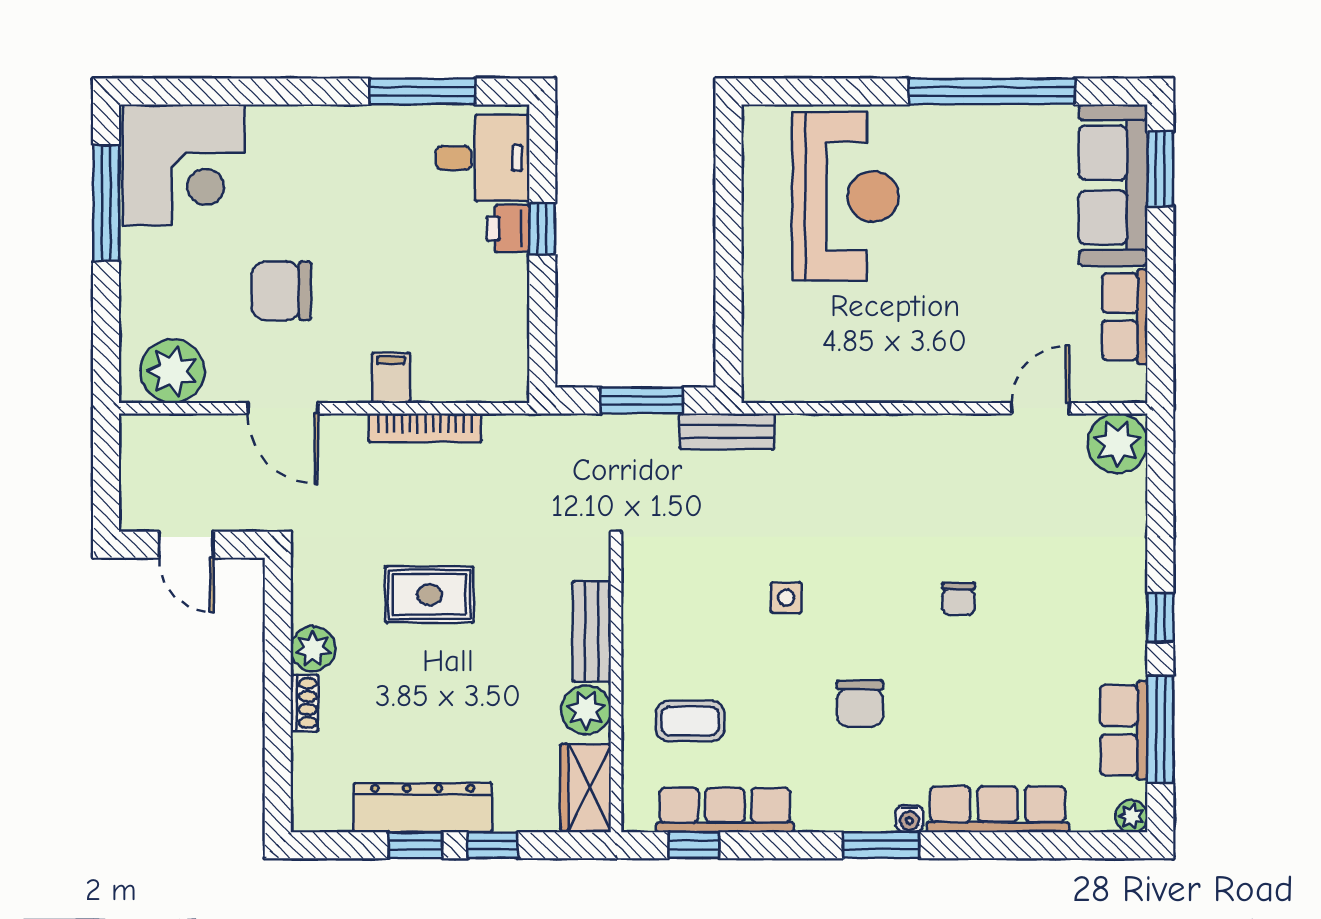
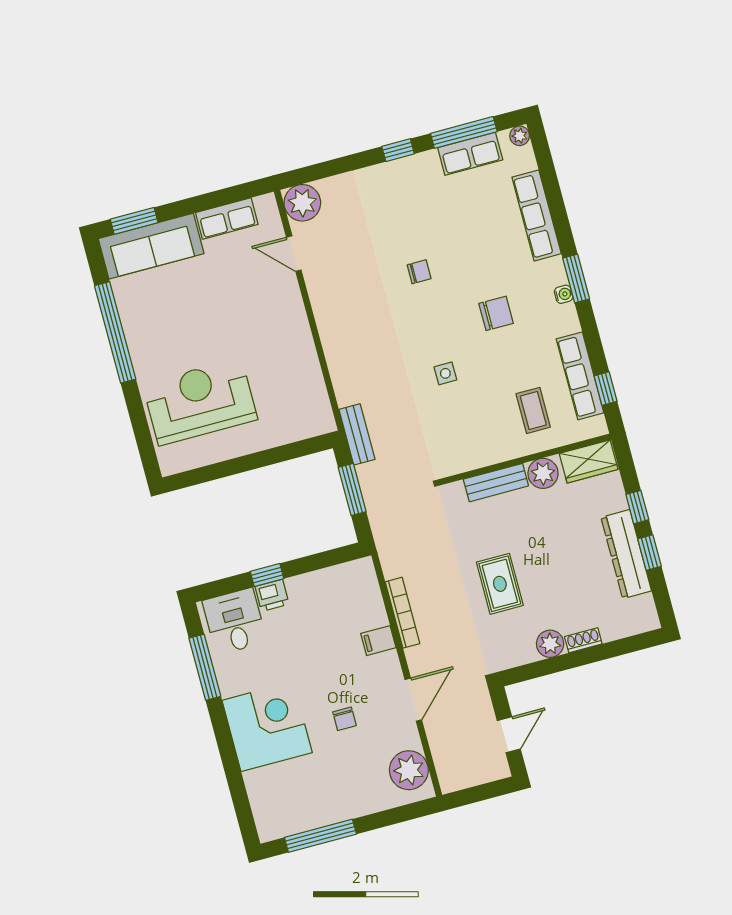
corner desk: (184, 165) -> (267, 726), moved
chair: (281, 291) -> (345, 719), width x0.54, depth x0.54
water cooler: (909, 819) -> (564, 294), moved

